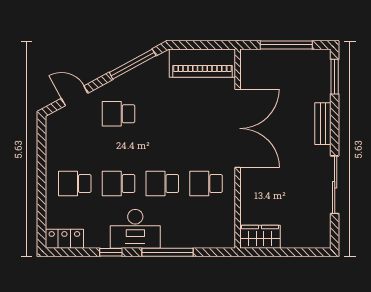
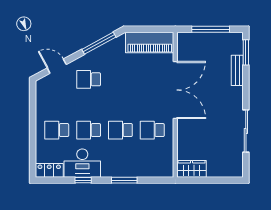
bench: (323, 124) -> (237, 70), moved
desk: (135, 229) -> (82, 163), moved
window: (167, 252) -> (124, 180), width x0.69

